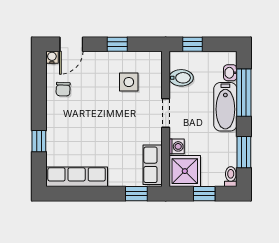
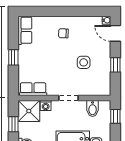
side table: (129, 82) -> (84, 62), moved
chair: (63, 89) -> (63, 33), moved
window: (39, 141) -> (49, 11), removed
row of seats: (77, 177) -> (25, 30), width x0.68
window: (136, 194) -> (13, 57), moved

